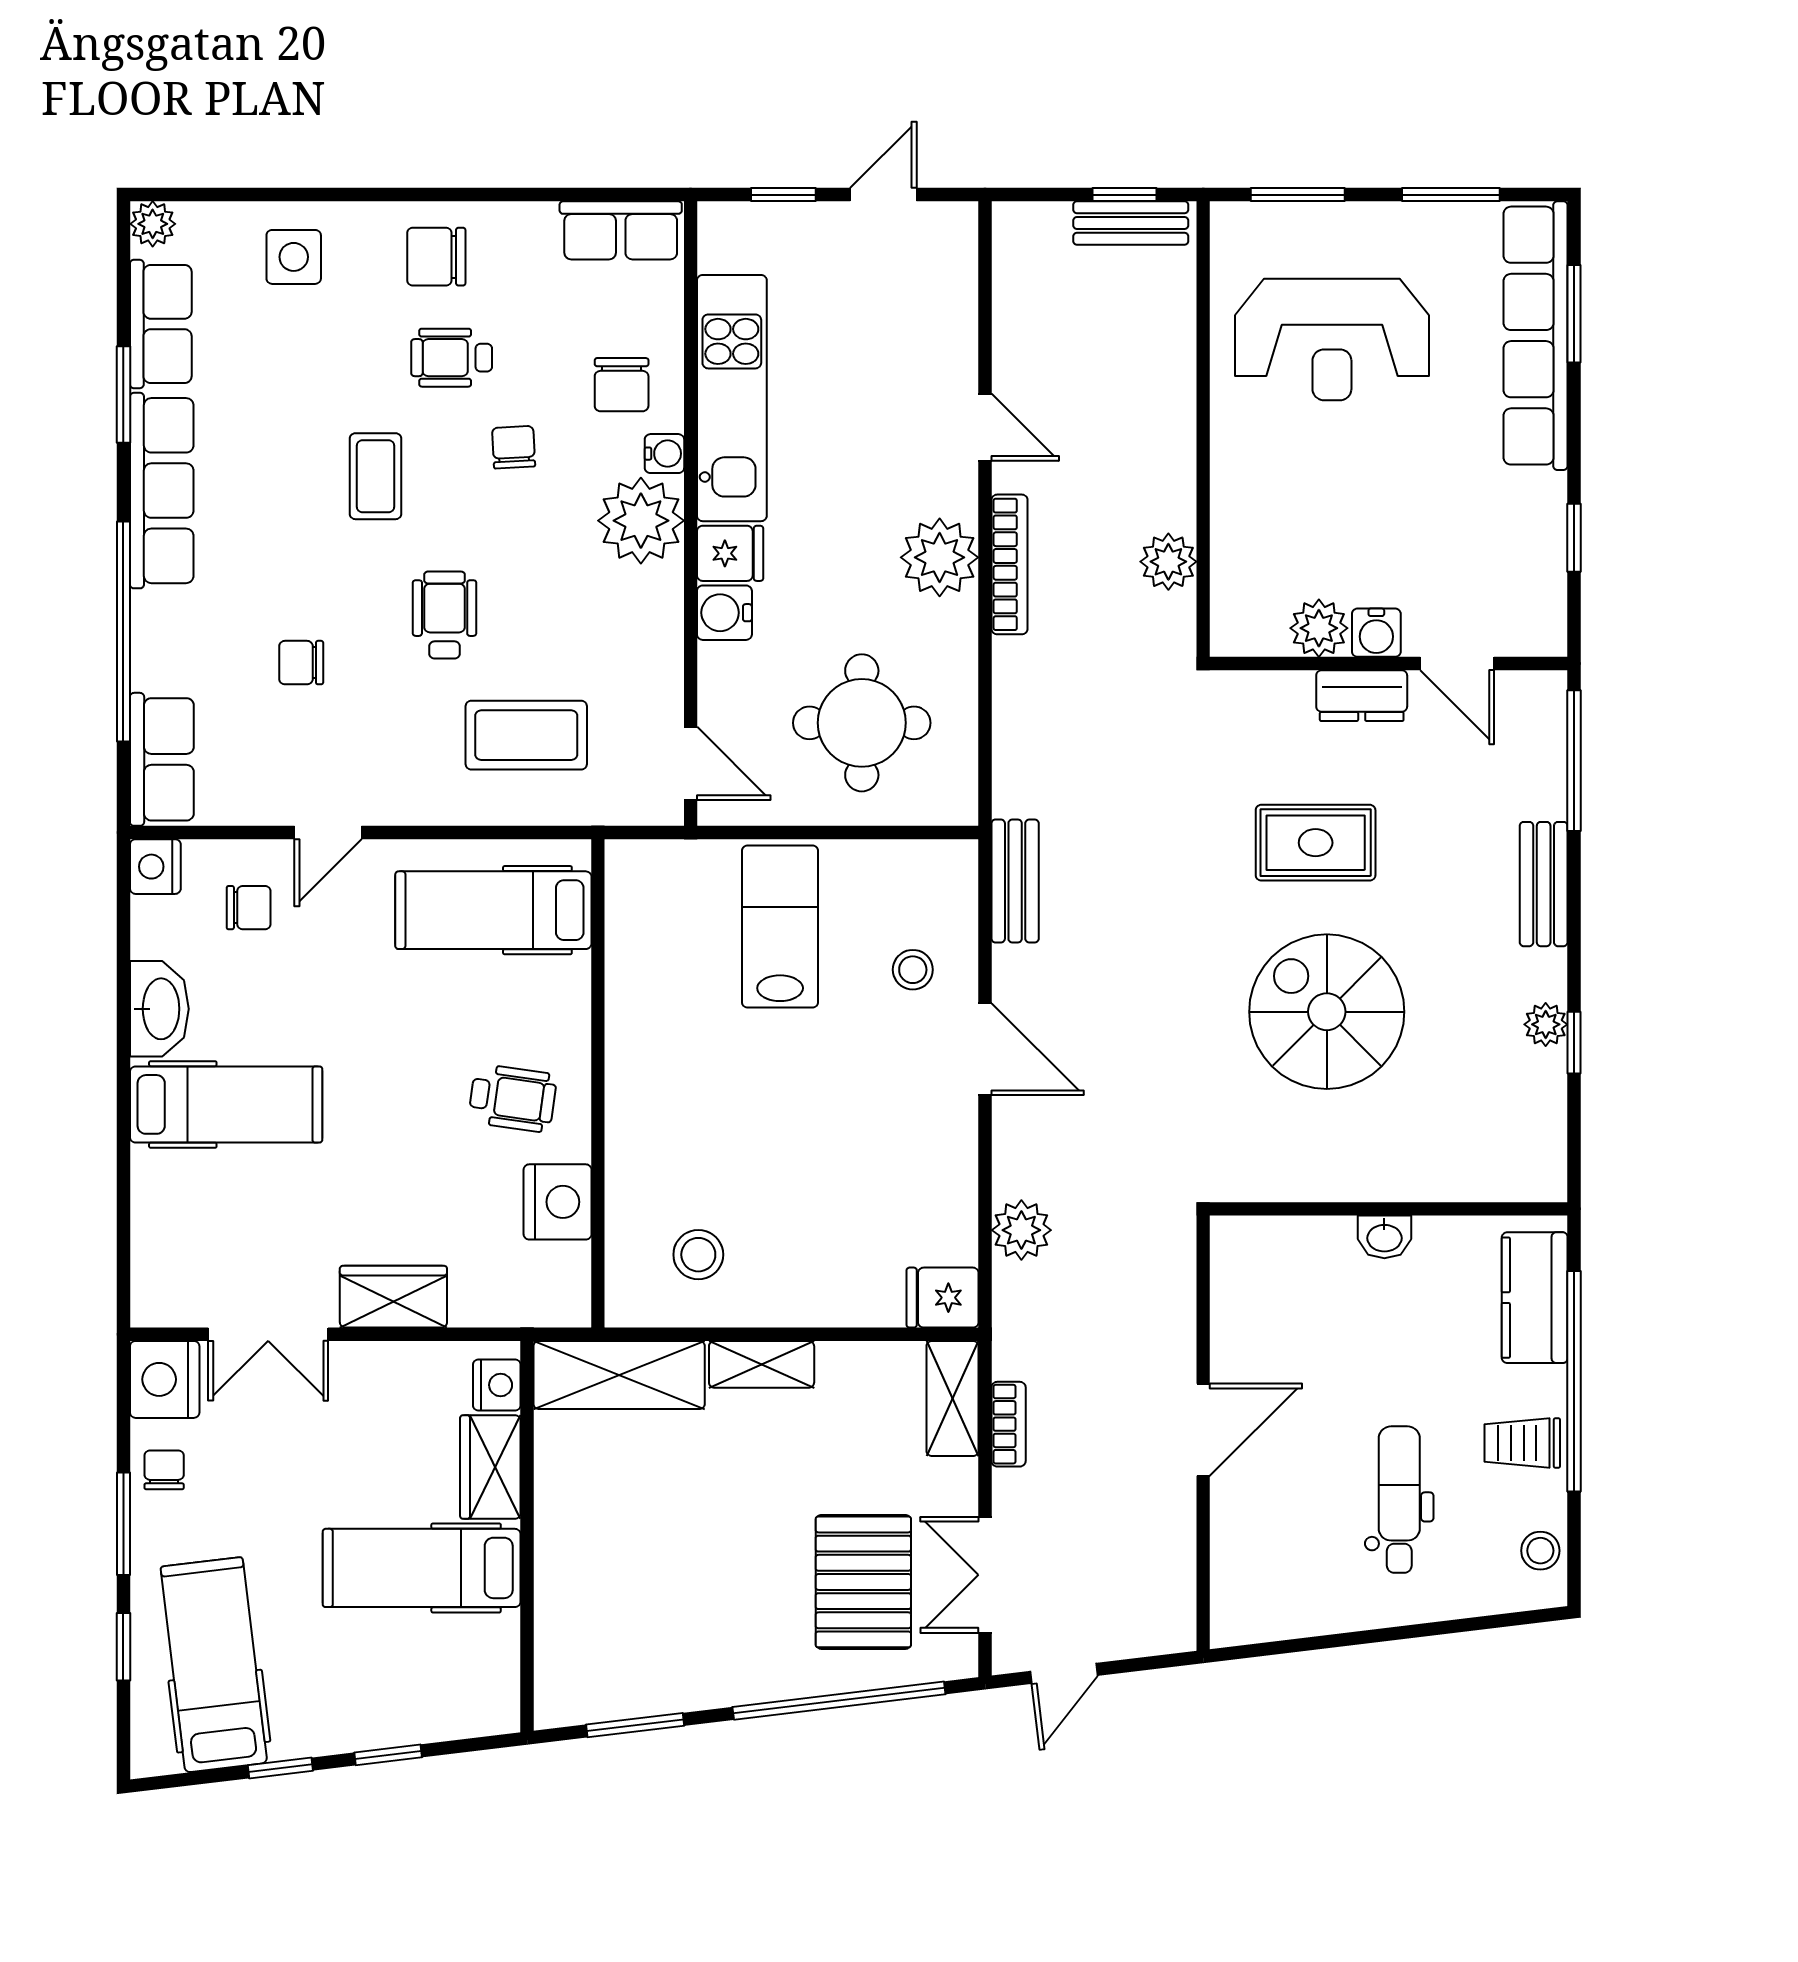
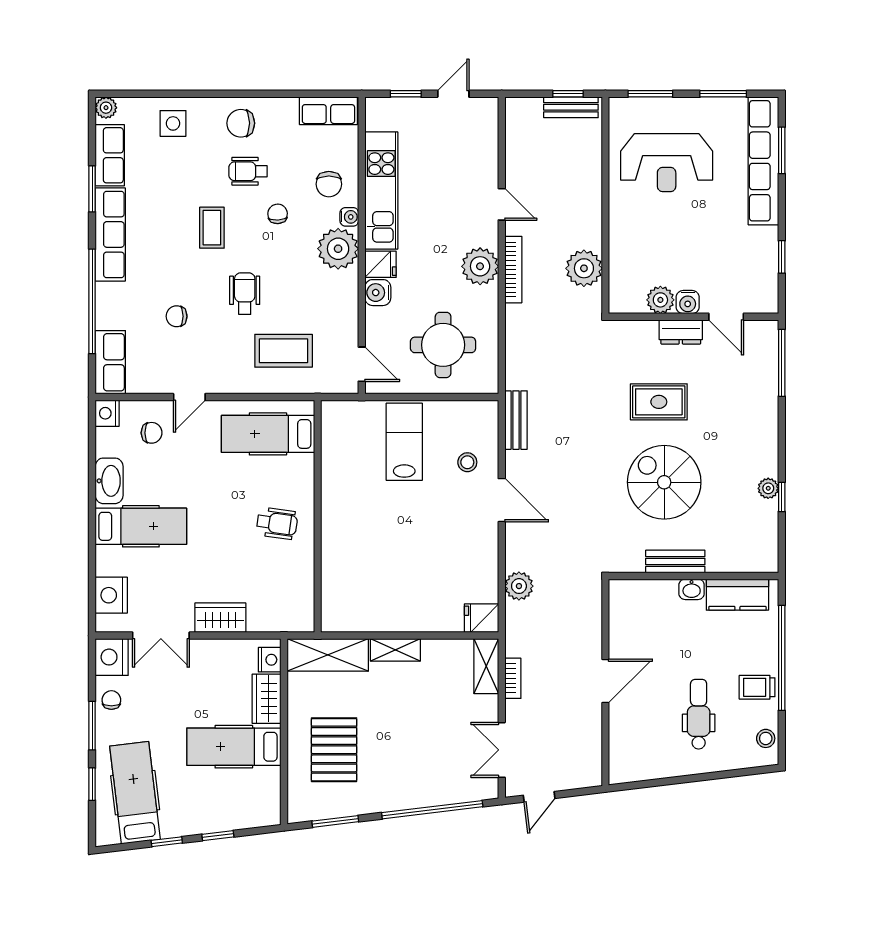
plant: (1168, 562) -> (584, 268), width x1.36, depth x1.36
bench: (1544, 884) -> (675, 562), moved, turned 90
nightstand: (558, 1202) -> (111, 595), moved, turned 180
stool: (698, 1255) -> (365, 598), removed
kitchen counter: (1535, 1298) -> (737, 595), moved, turned -90
pallet: (863, 1582) -> (334, 750), moved

